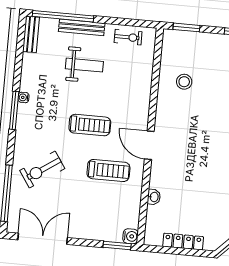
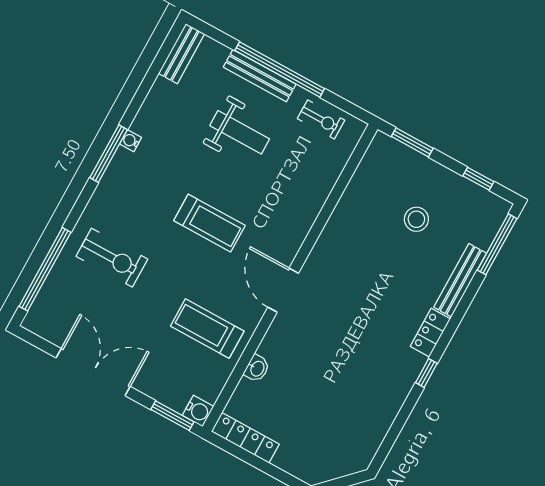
window: (63, 16) -> (280, 70), moved
stool: (184, 82) -> (416, 219), moved
exercise bike: (42, 170) -> (112, 258), turned -146
treadmill: (108, 170) -> (207, 329), moved, turned 180
double door: (43, 239) -> (93, 372), moved
locker: (183, 242) -> (245, 438), moved

